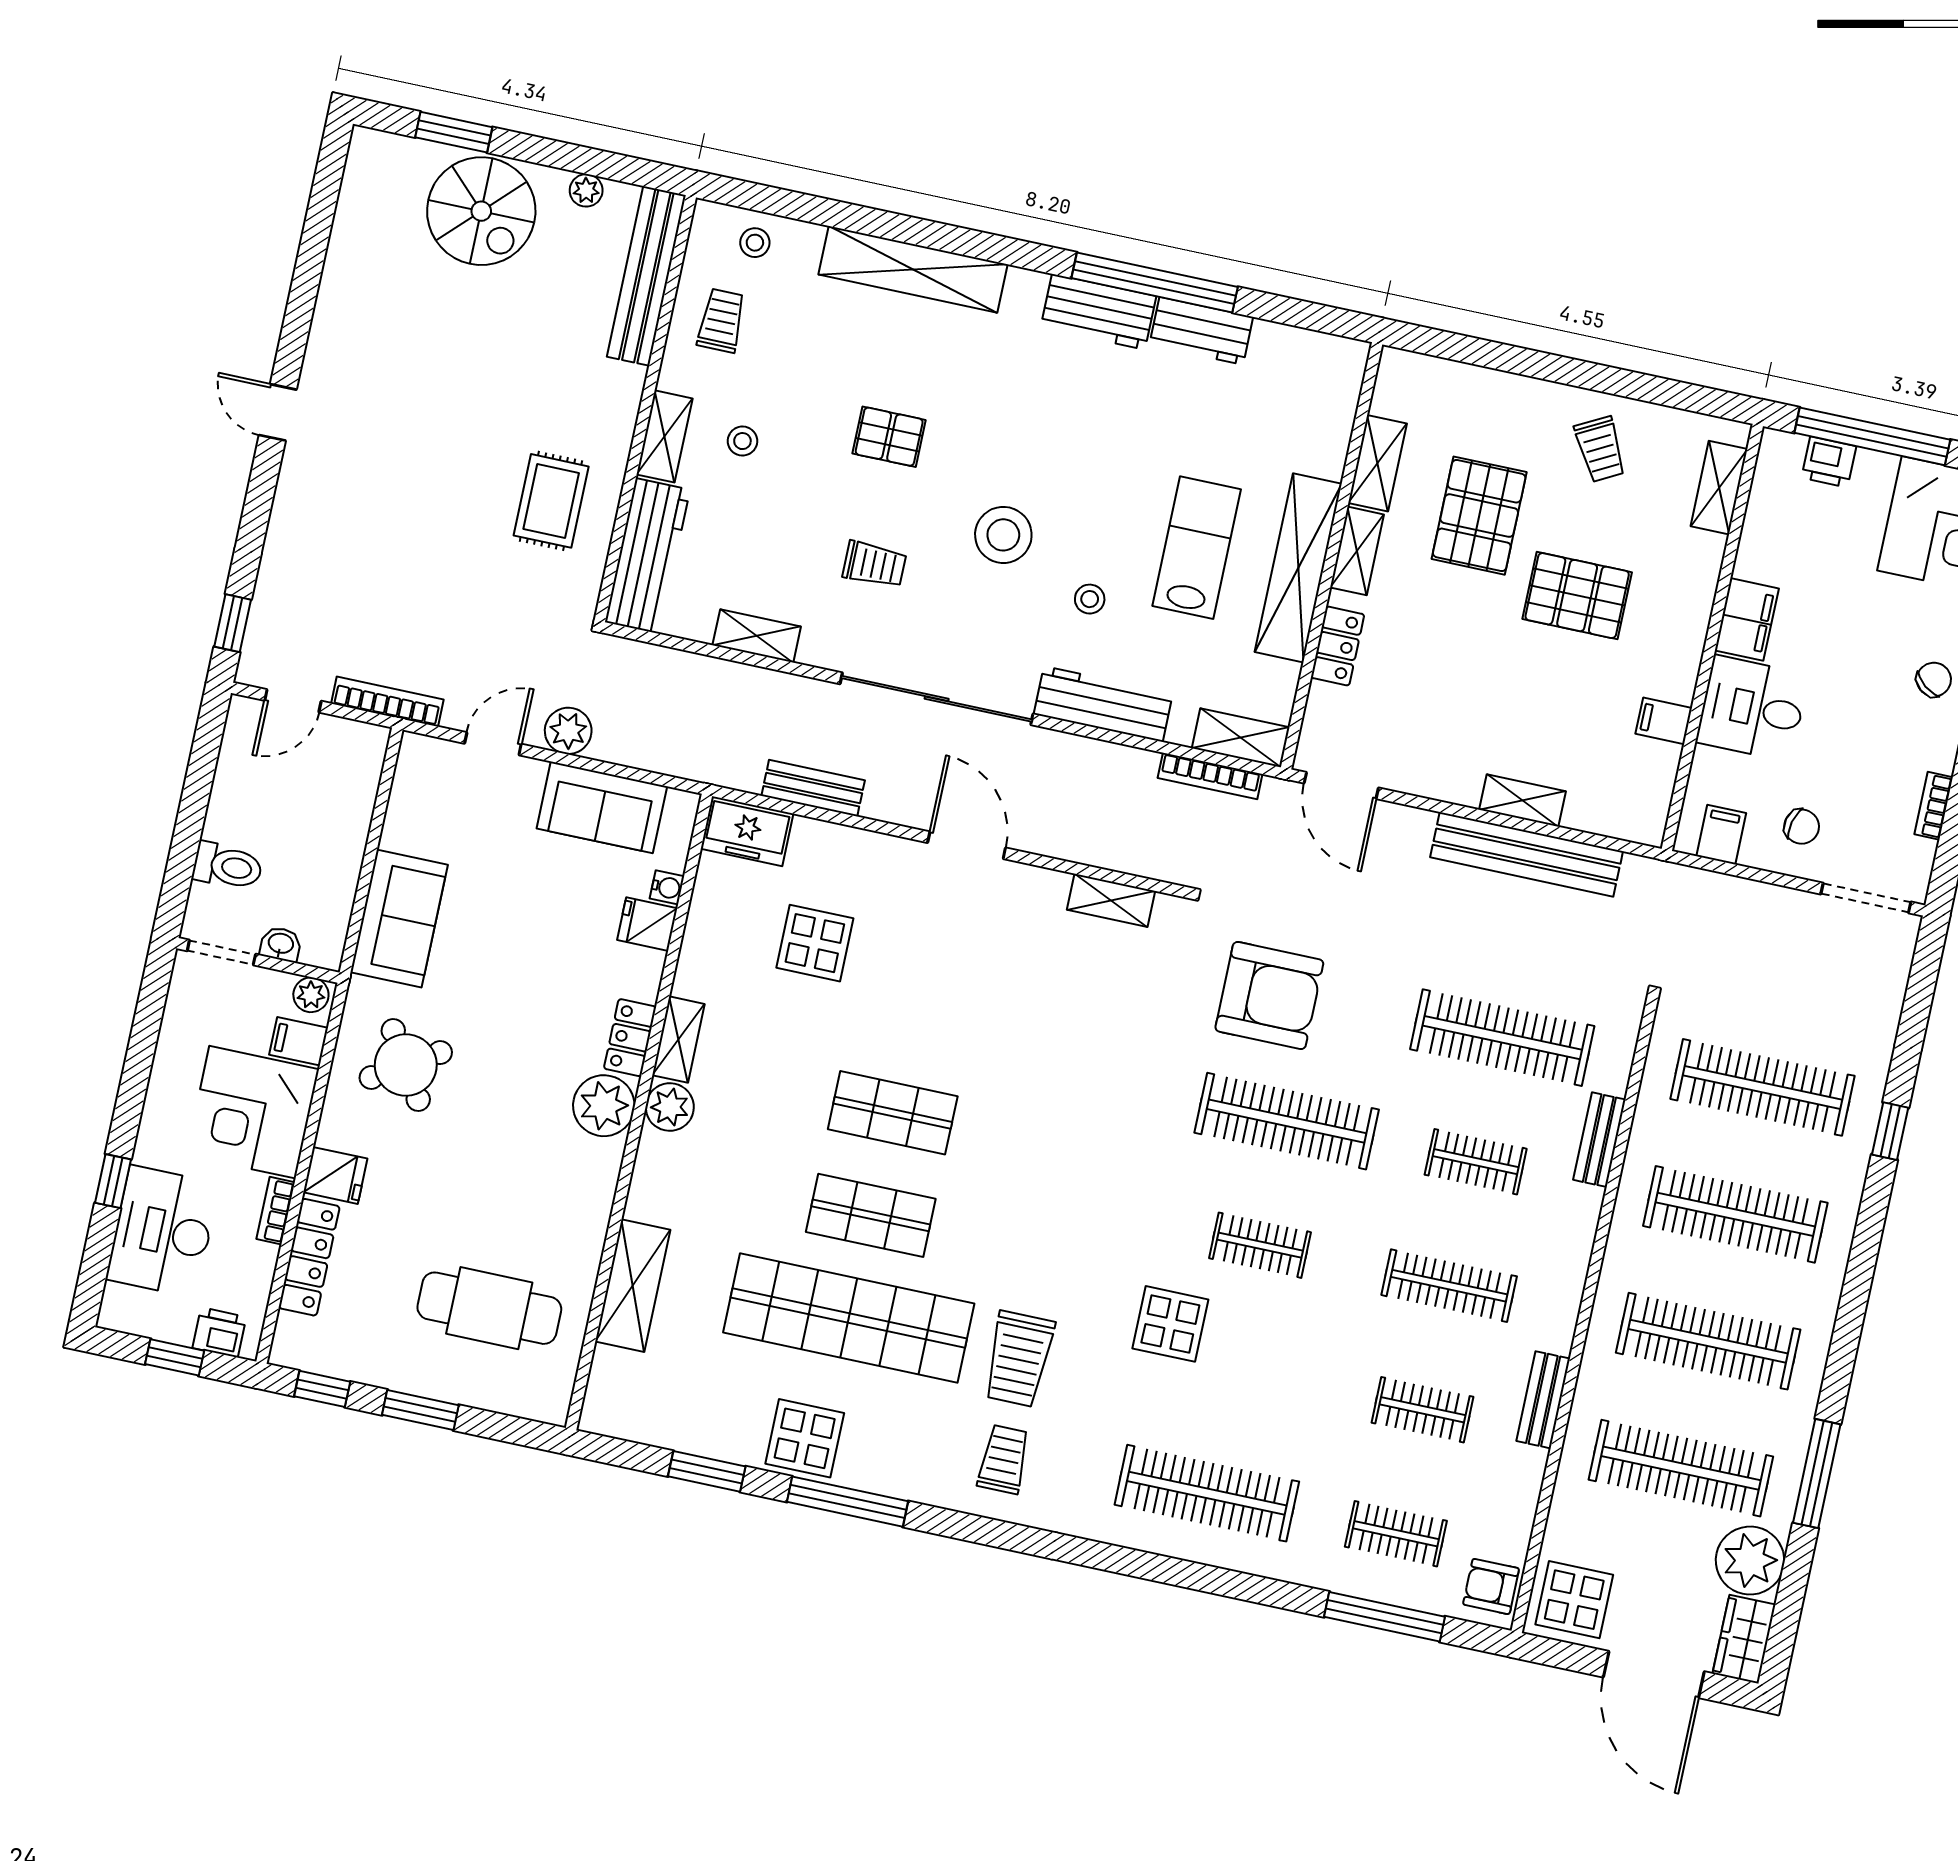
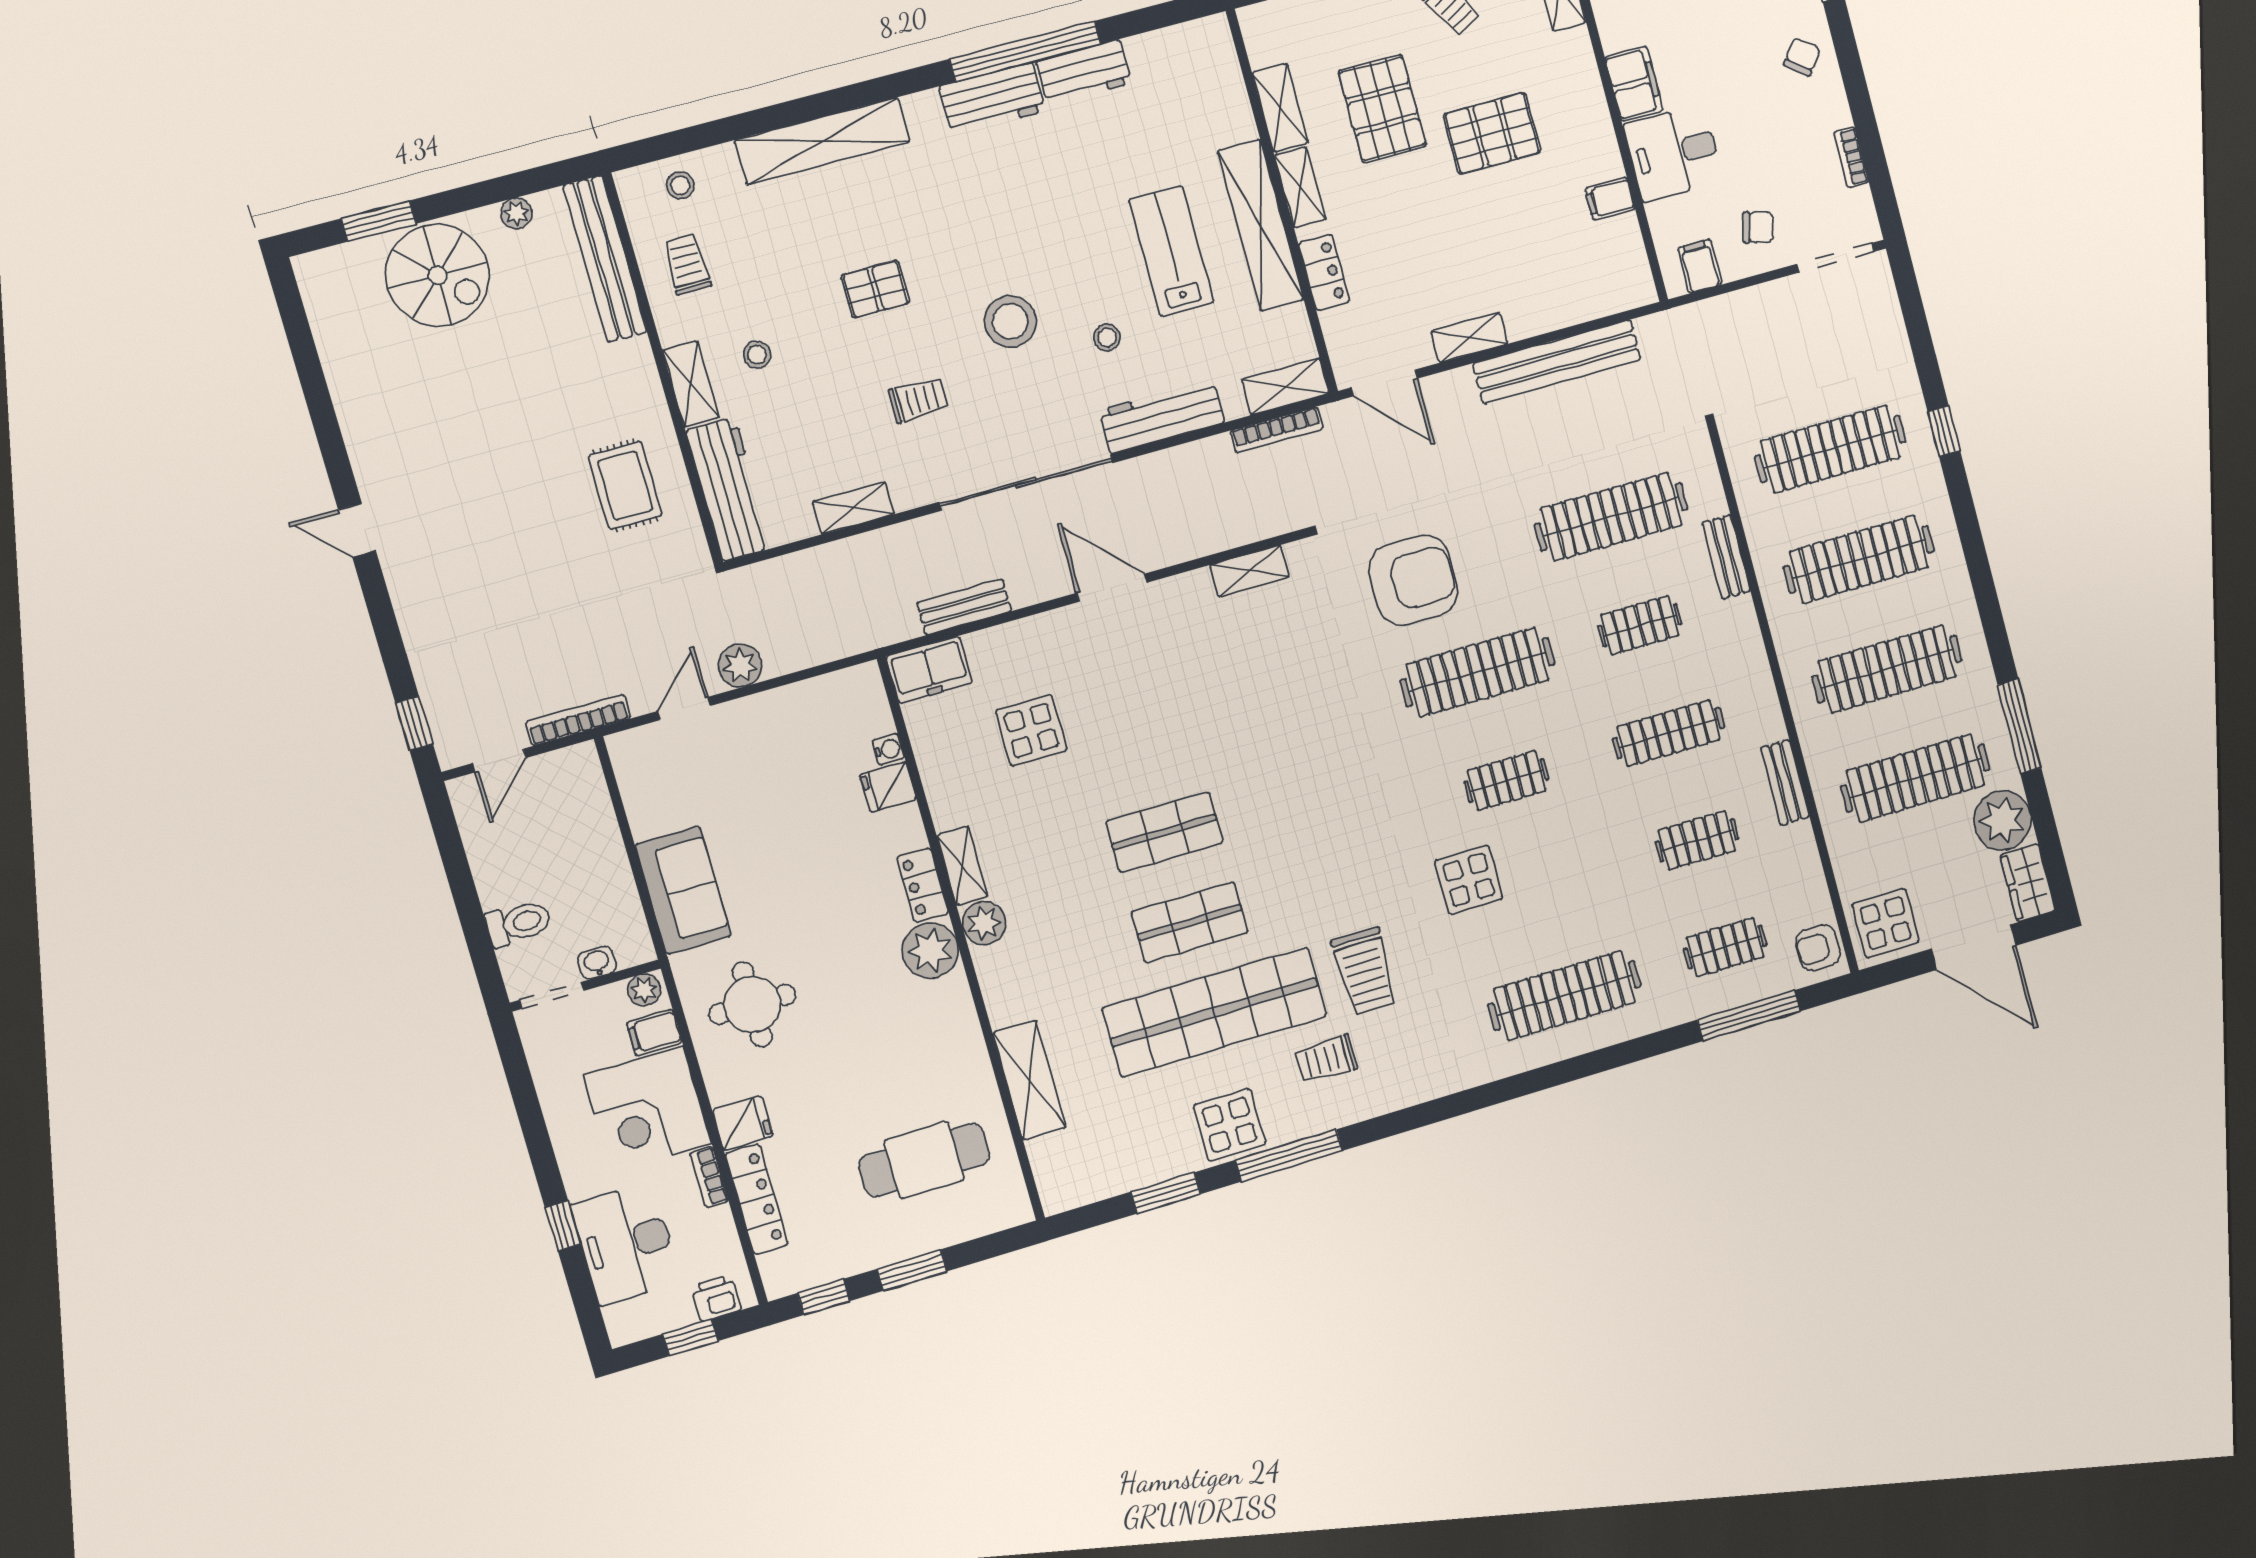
shelving: (1523, 801) -> (1469, 338), moved
sofa: (602, 807) -> (801, 713), removed
round table: (406, 1065) -> (752, 1004), turned 32
trolley: (1004, 1459) -> (1326, 1059), moved, turned -90

